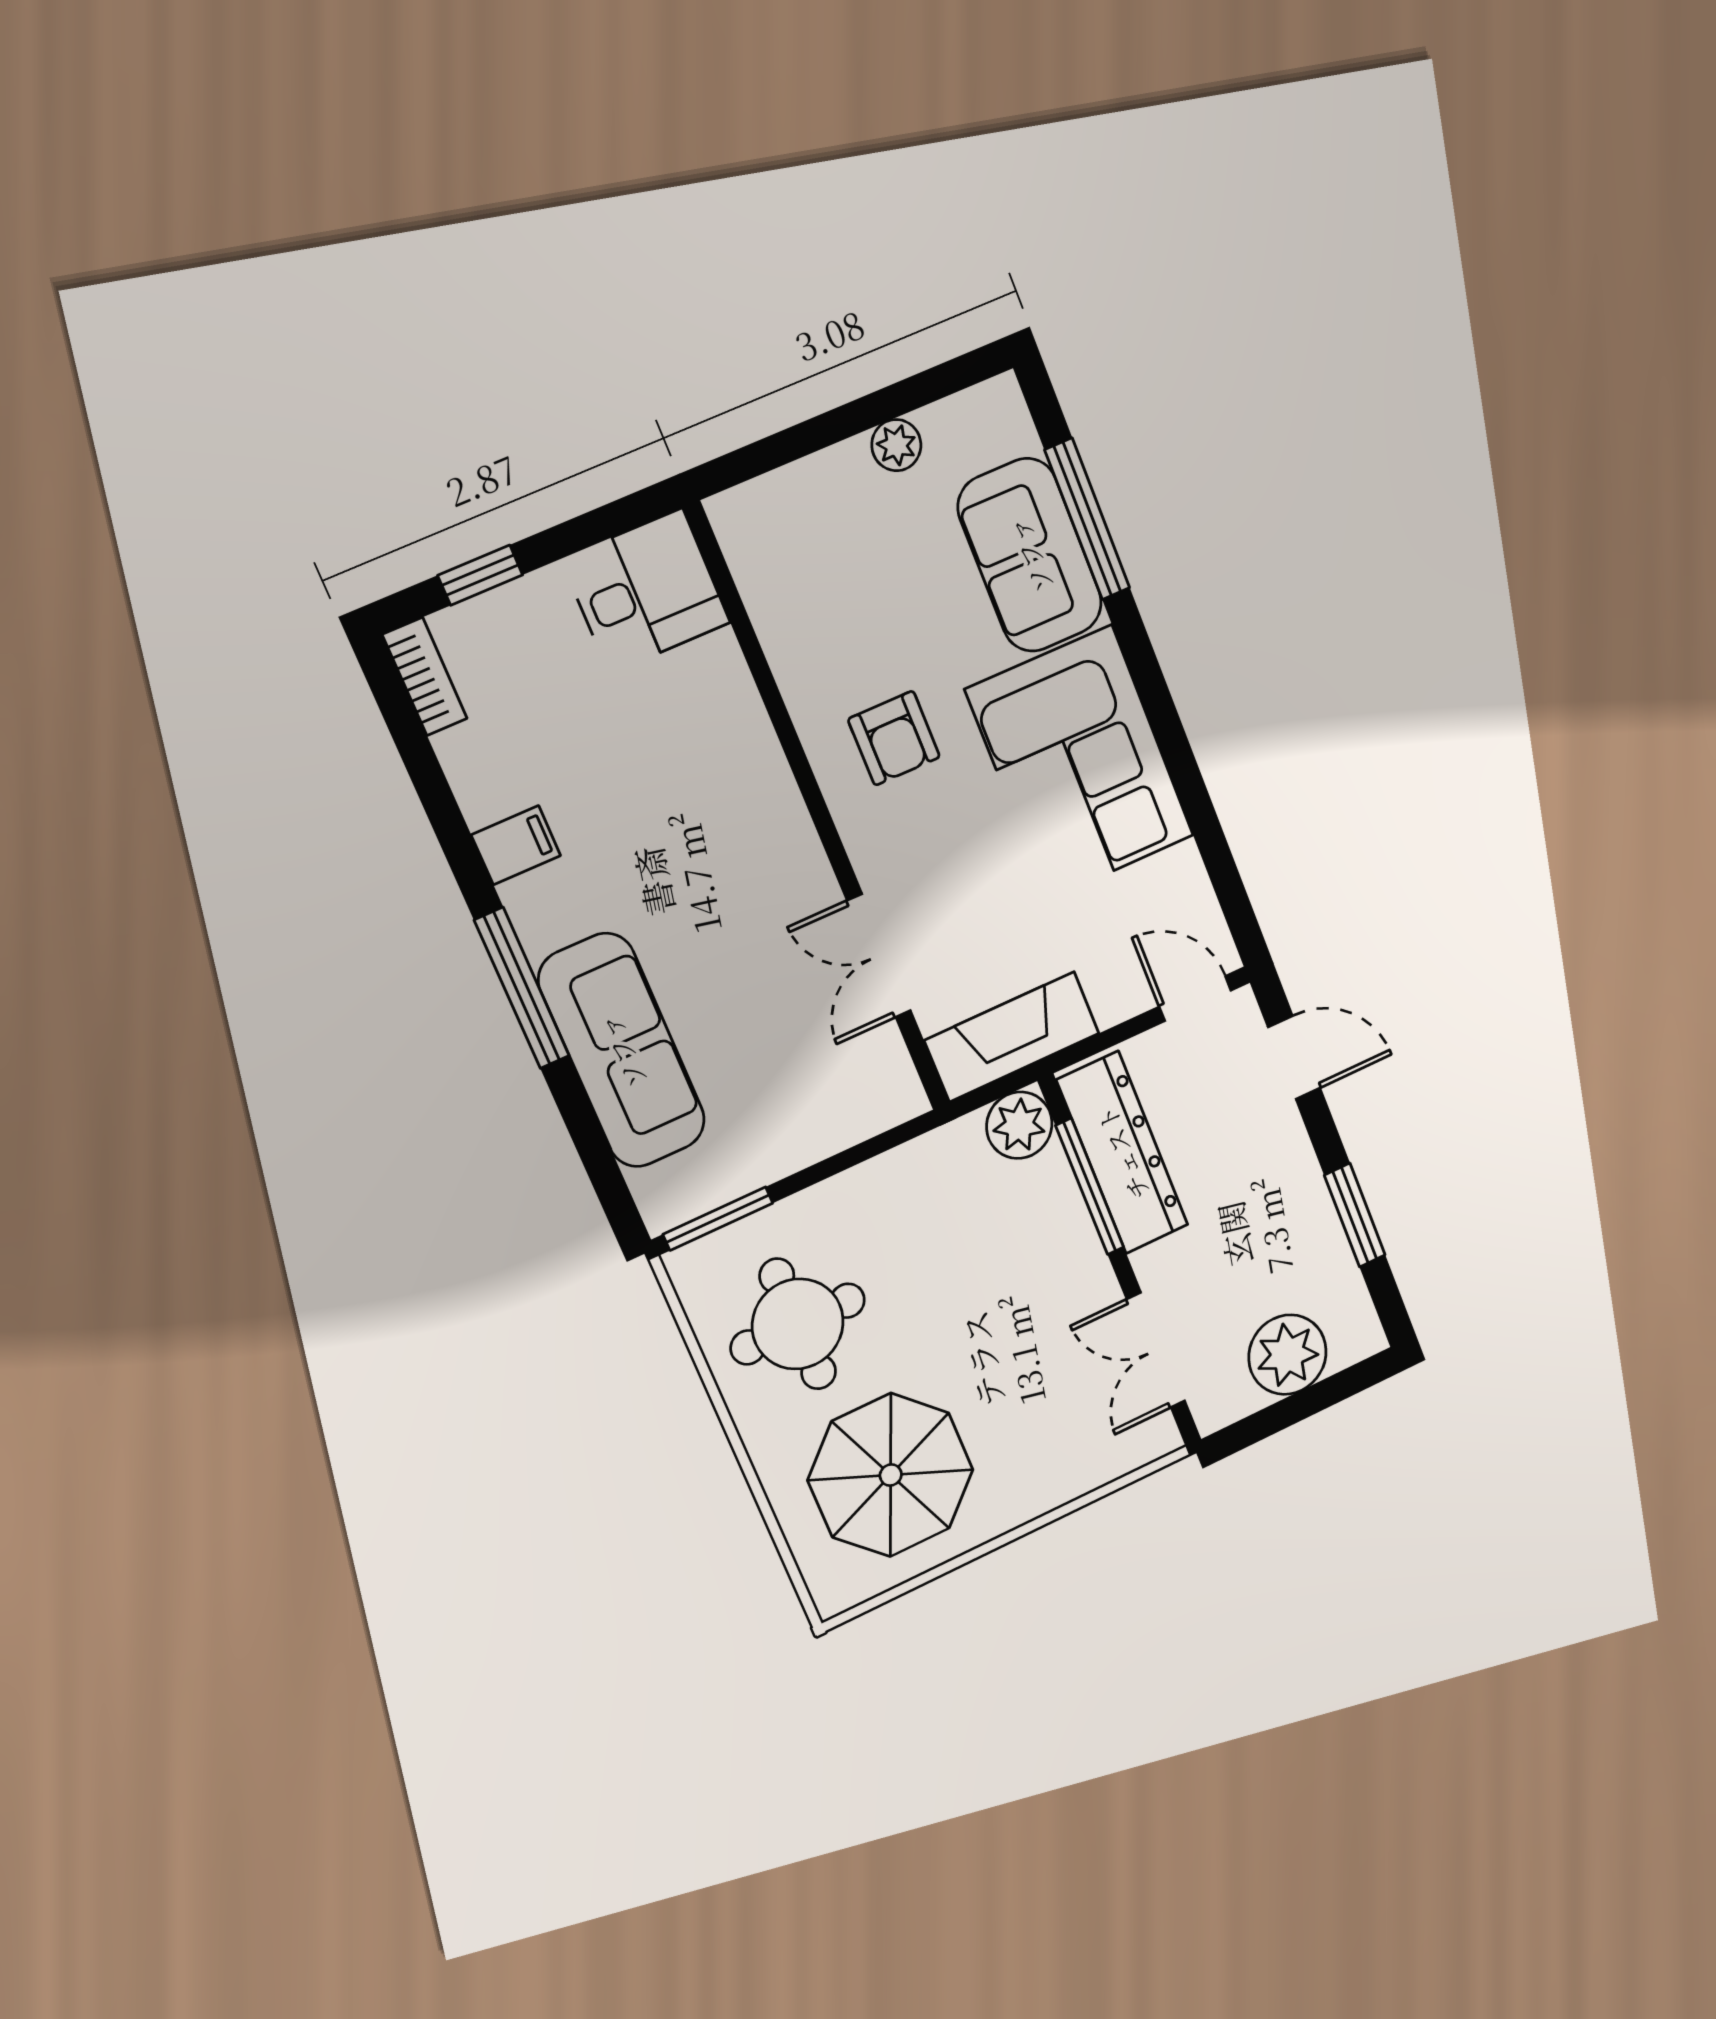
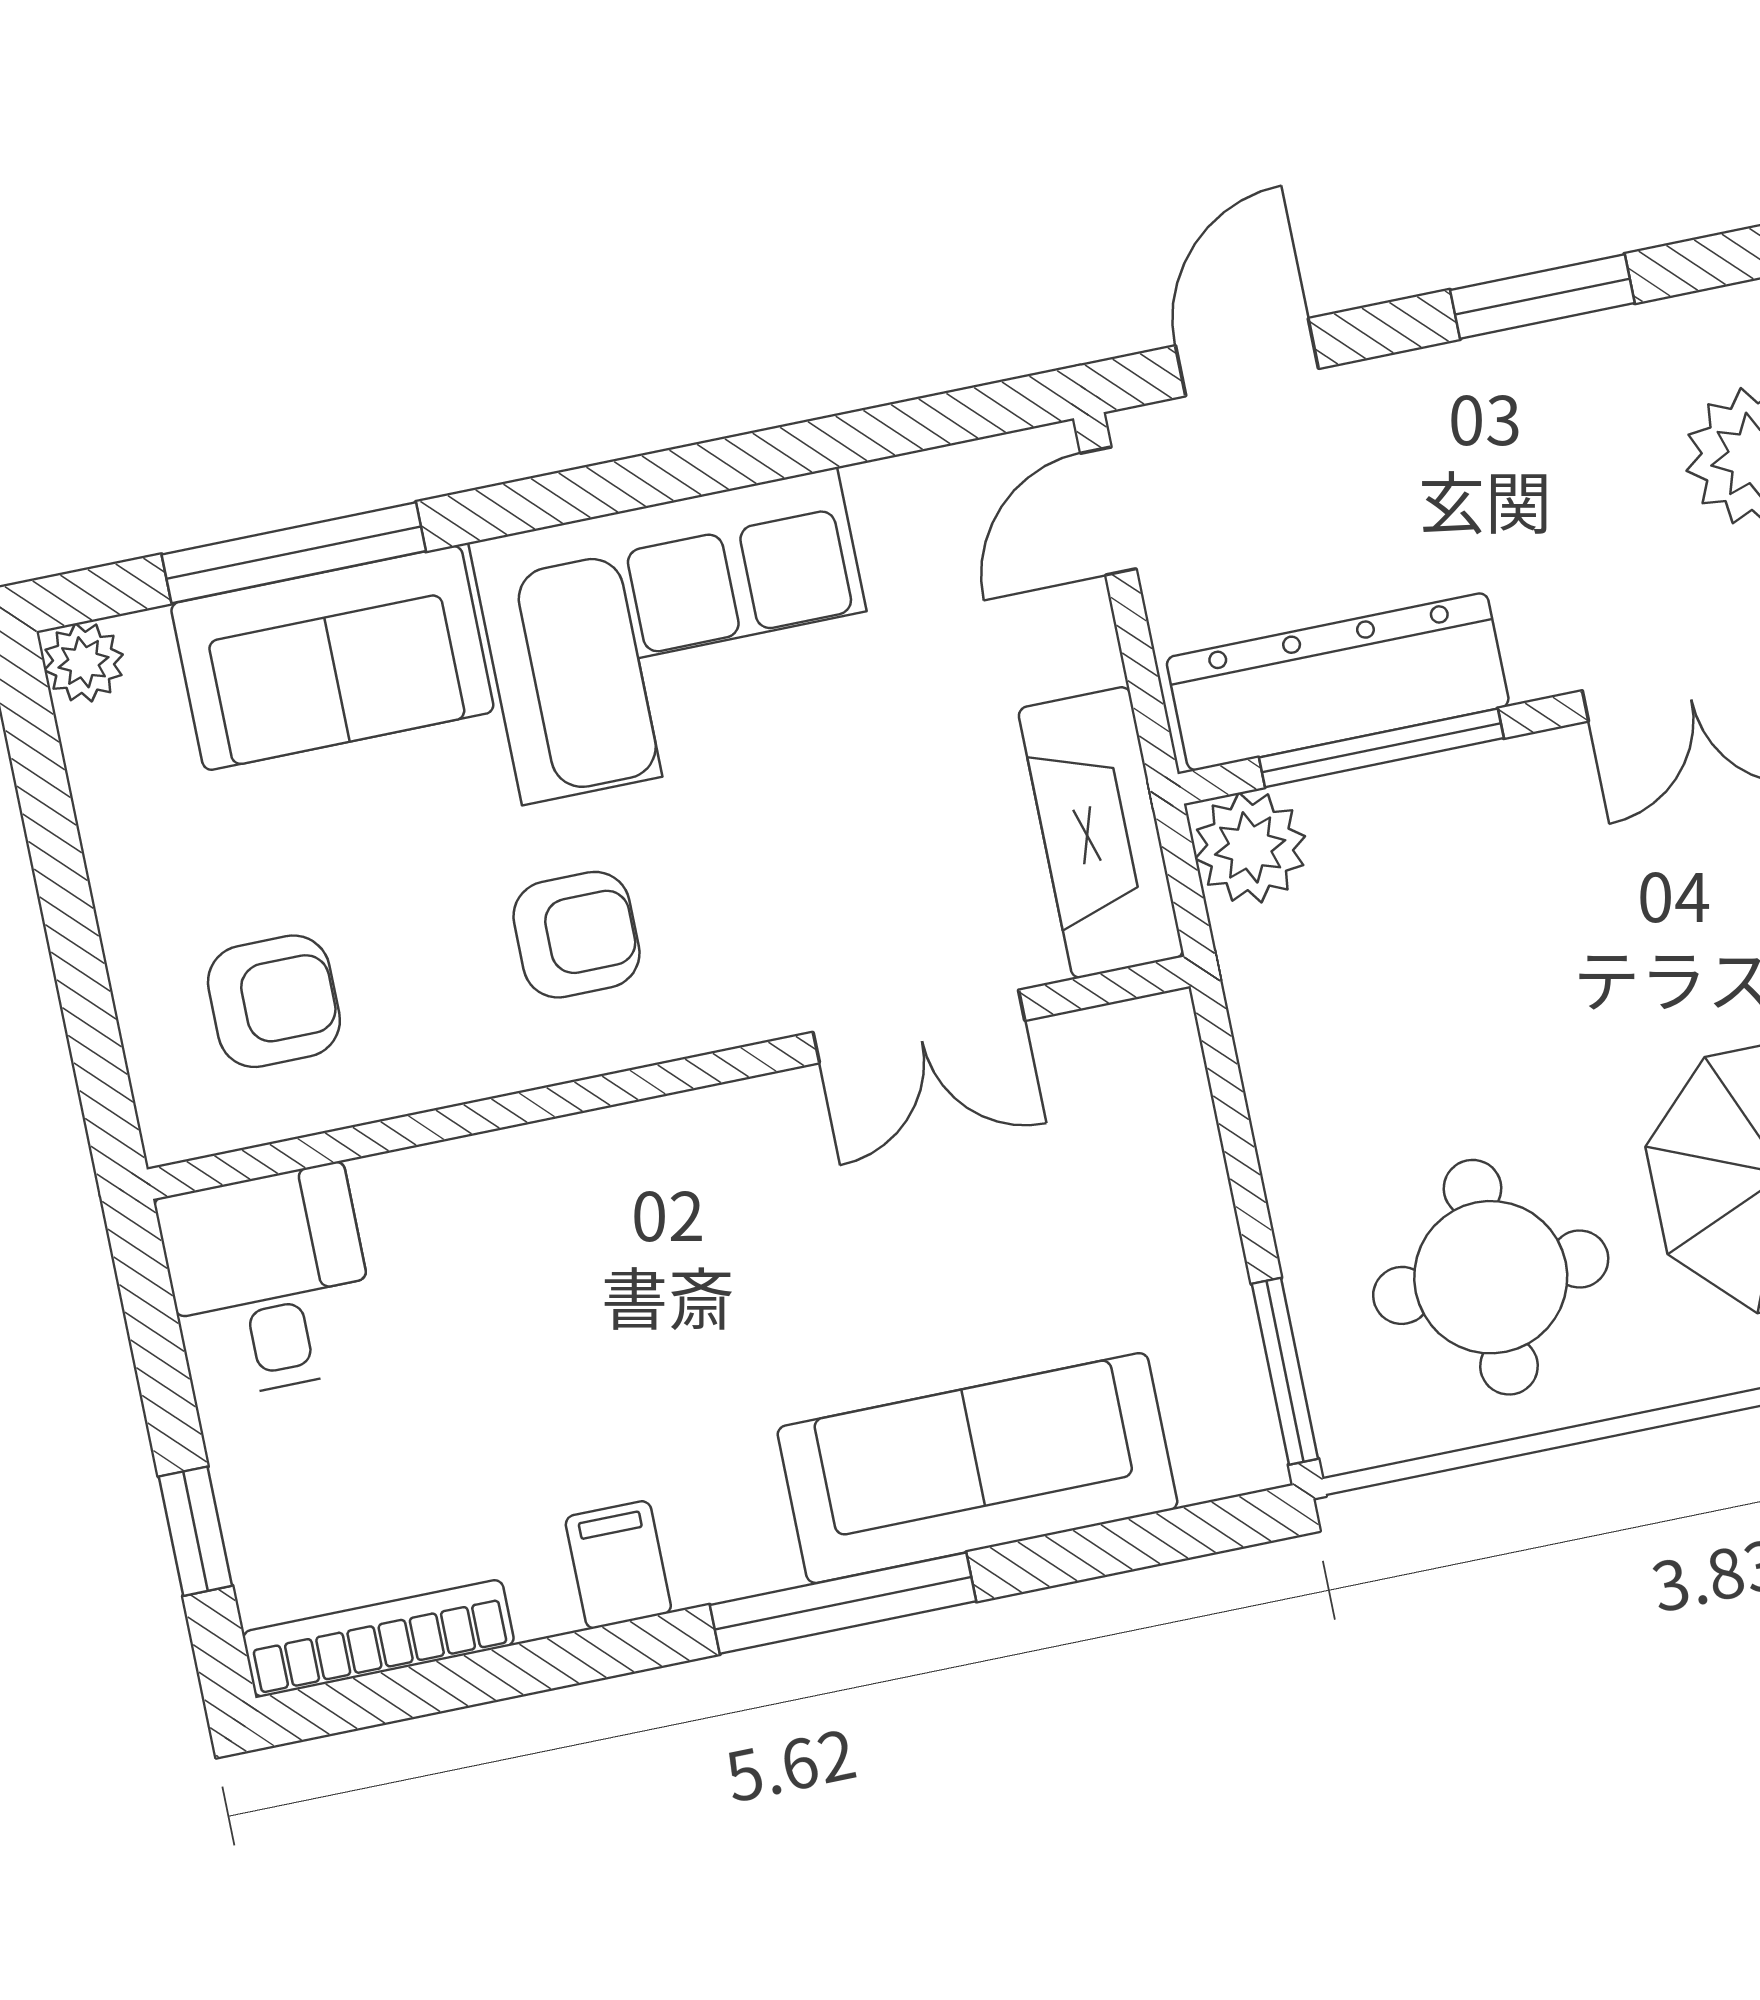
plant: (896, 445) -> (84, 662), moved
armchair: (819, 560) -> (274, 1001), added
bookcase: (425, 677) -> (378, 1638), width x1.56

